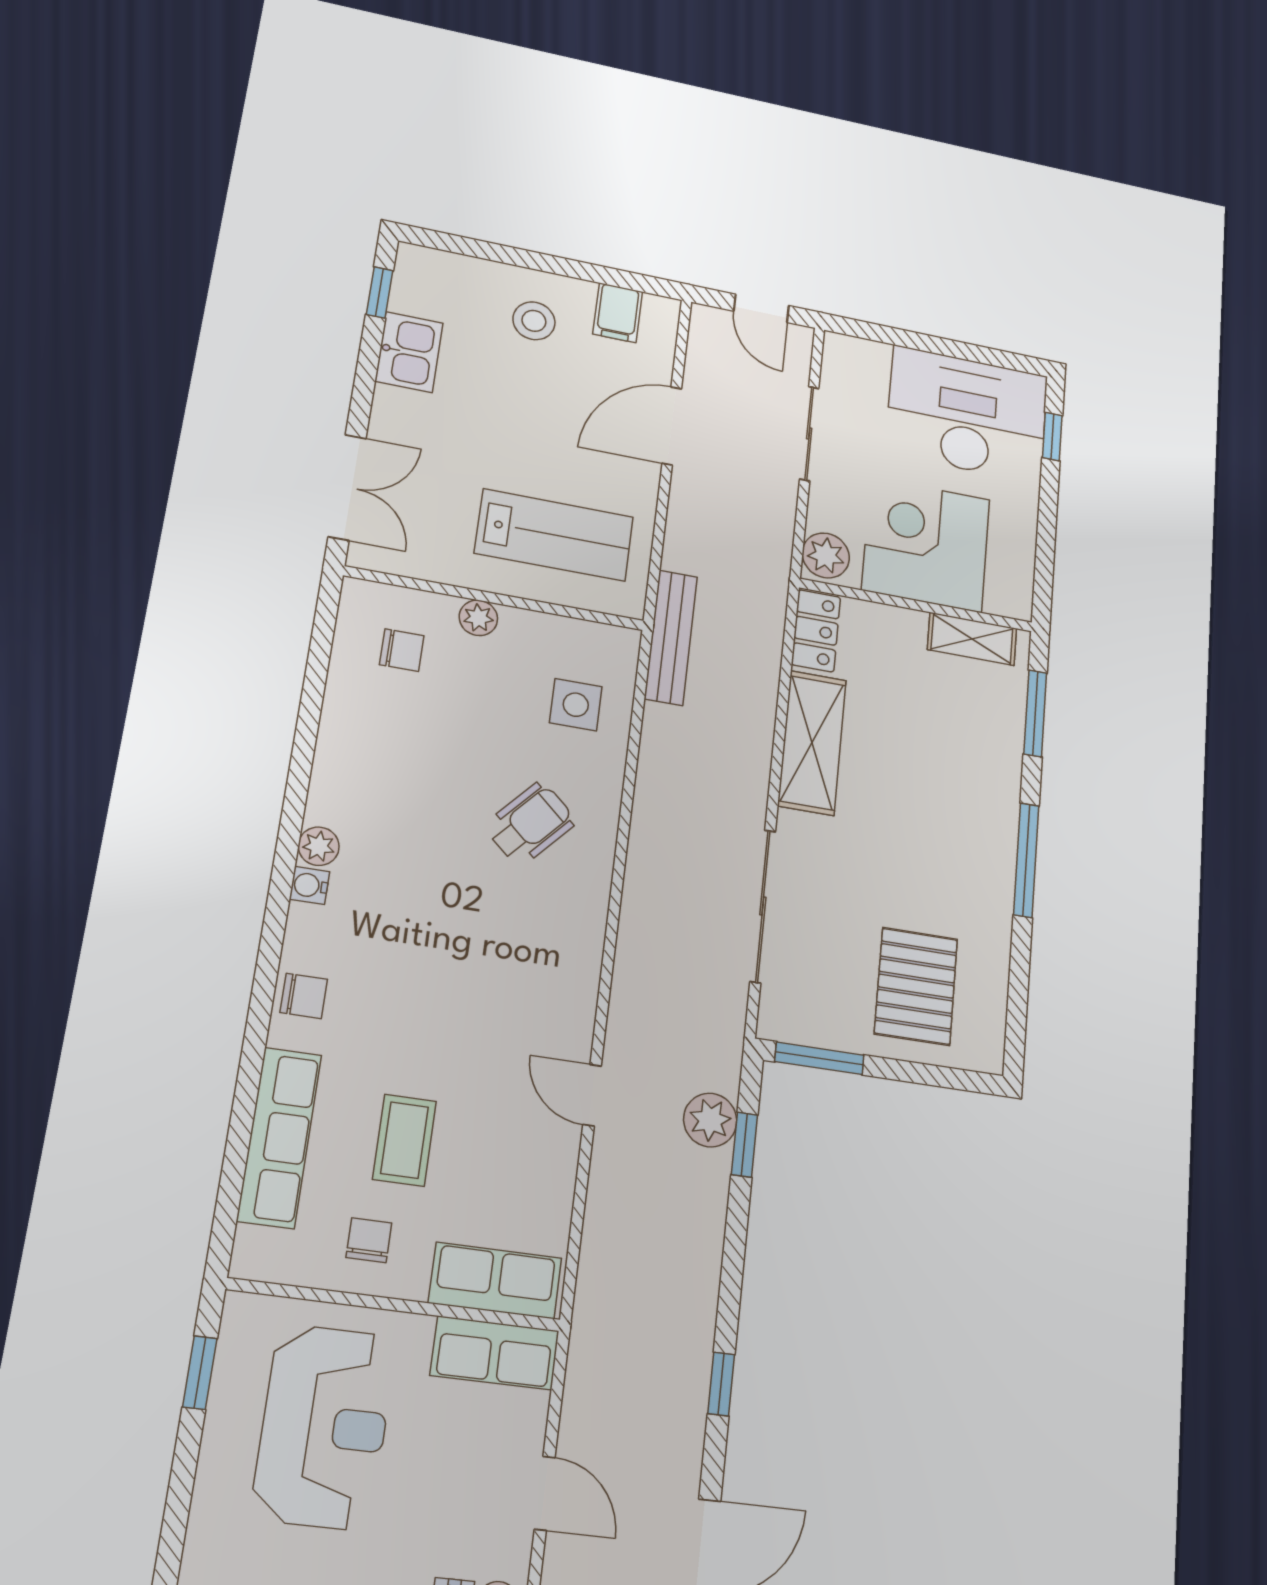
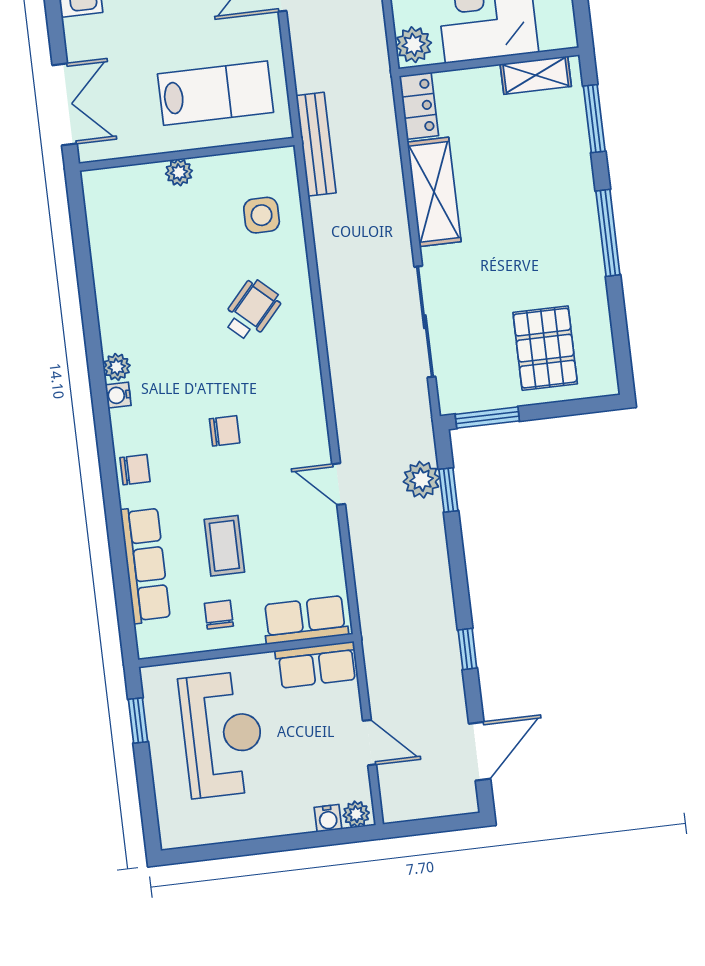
chair: (402, 650) -> (225, 431), moved

